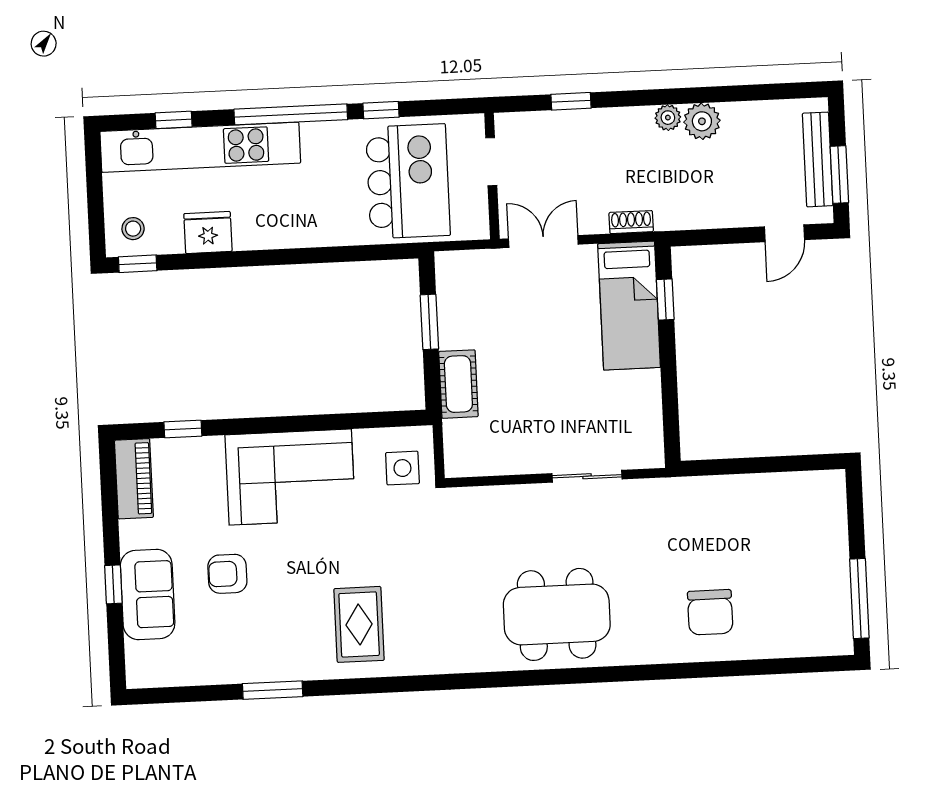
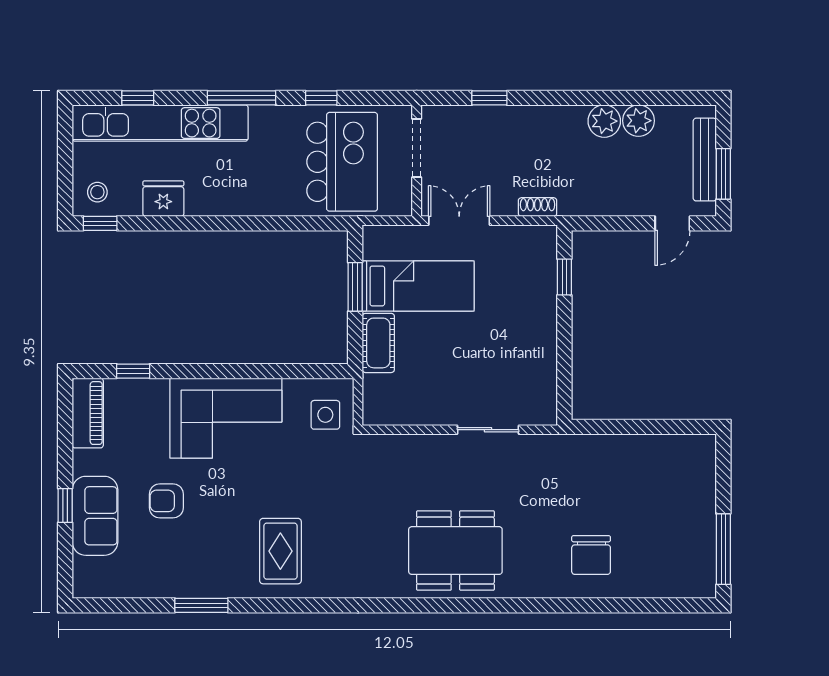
window: (291, 114) -> (241, 98), width x0.68
plant: (668, 118) -> (639, 121), moved, width x1.38, depth x1.38
doorway: (491, 162) -> (417, 148), width x1.38
bed: (629, 305) -> (418, 286), moved, turned -90

